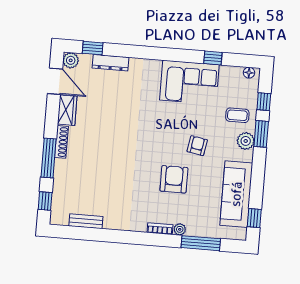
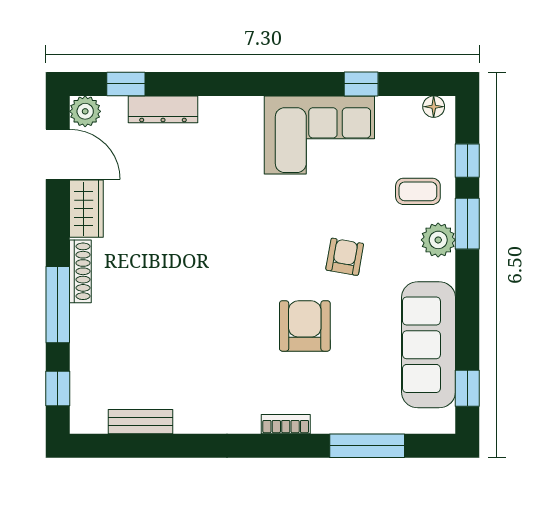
plant: (180, 229) -> (324, 422), removed

